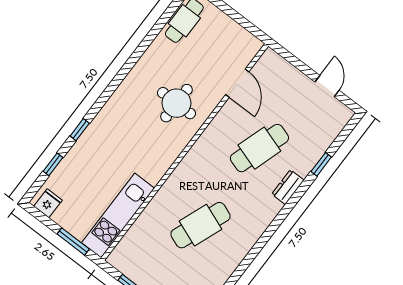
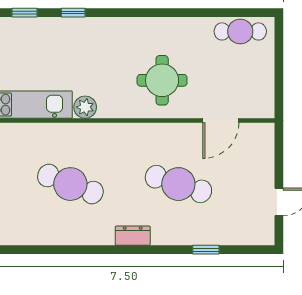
plant: (154, 173) -> (85, 107), added
dresser: (288, 187) -> (133, 236), moved

